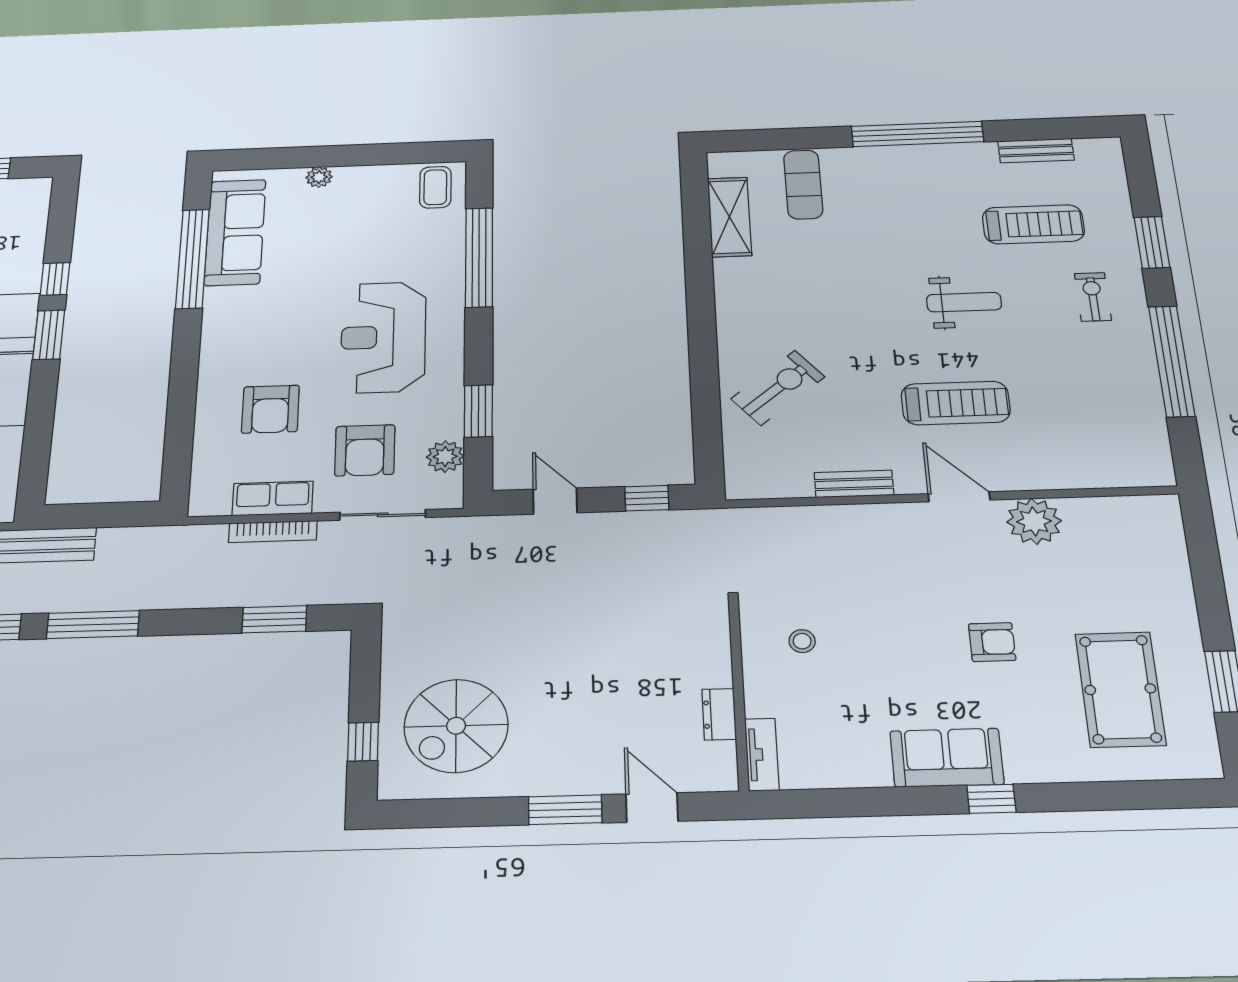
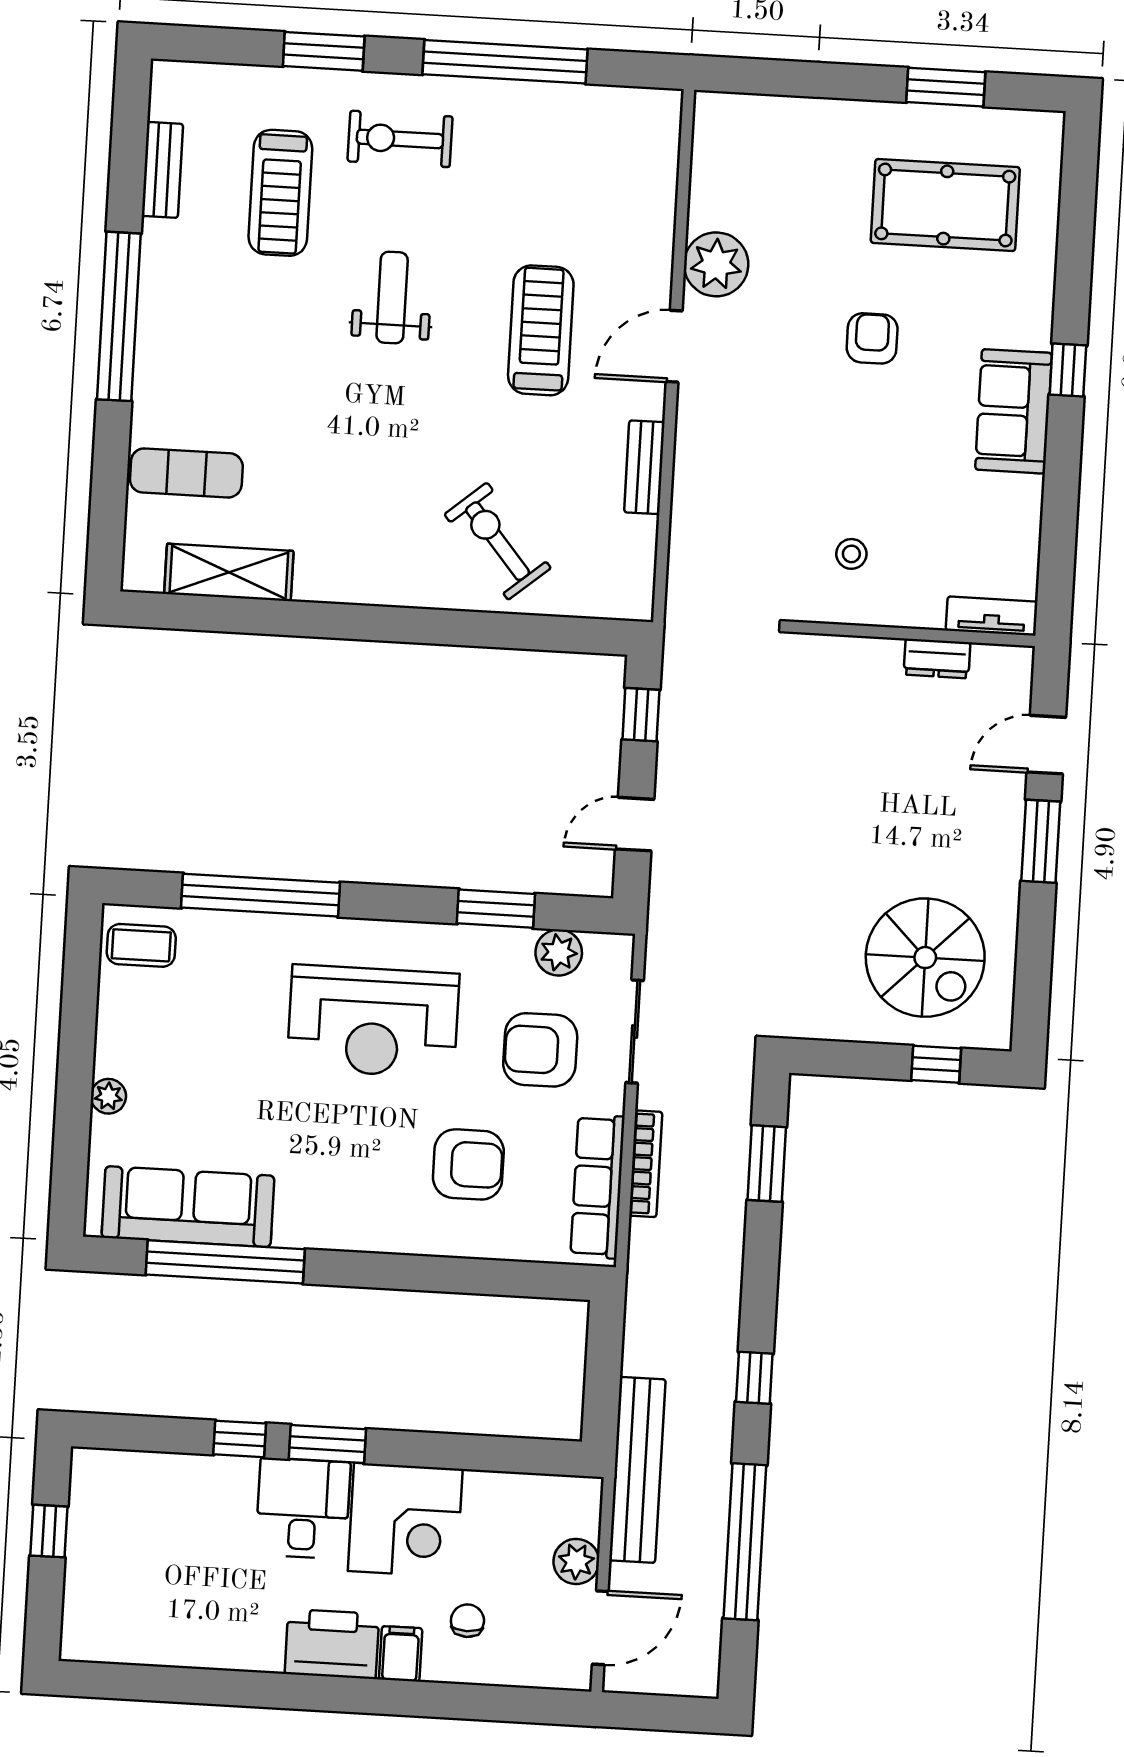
treadmill: (1033, 224) -> (280, 193), turned 180
exercise bike: (1093, 297) -> (400, 139), width x1.38, depth x1.39
armchair: (365, 450) -> (540, 1050), turned 180
row of seats: (273, 498) -> (597, 1186), width x1.48
window: (93, 625) -> (754, 1378), width x0.46

